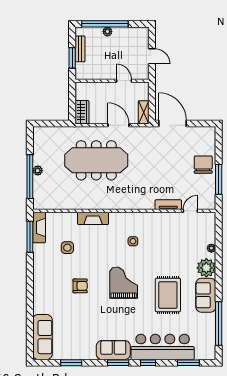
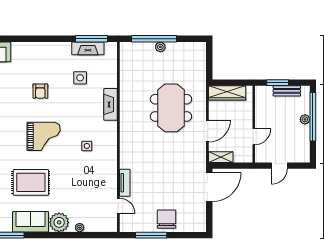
wardrobe: (82, 112) -> (227, 93), width x1.50
meeting table: (96, 160) -> (171, 108), width x0.73
chair: (203, 165) -> (167, 219), turned -90
fireplace: (39, 227) -> (88, 48), moved

